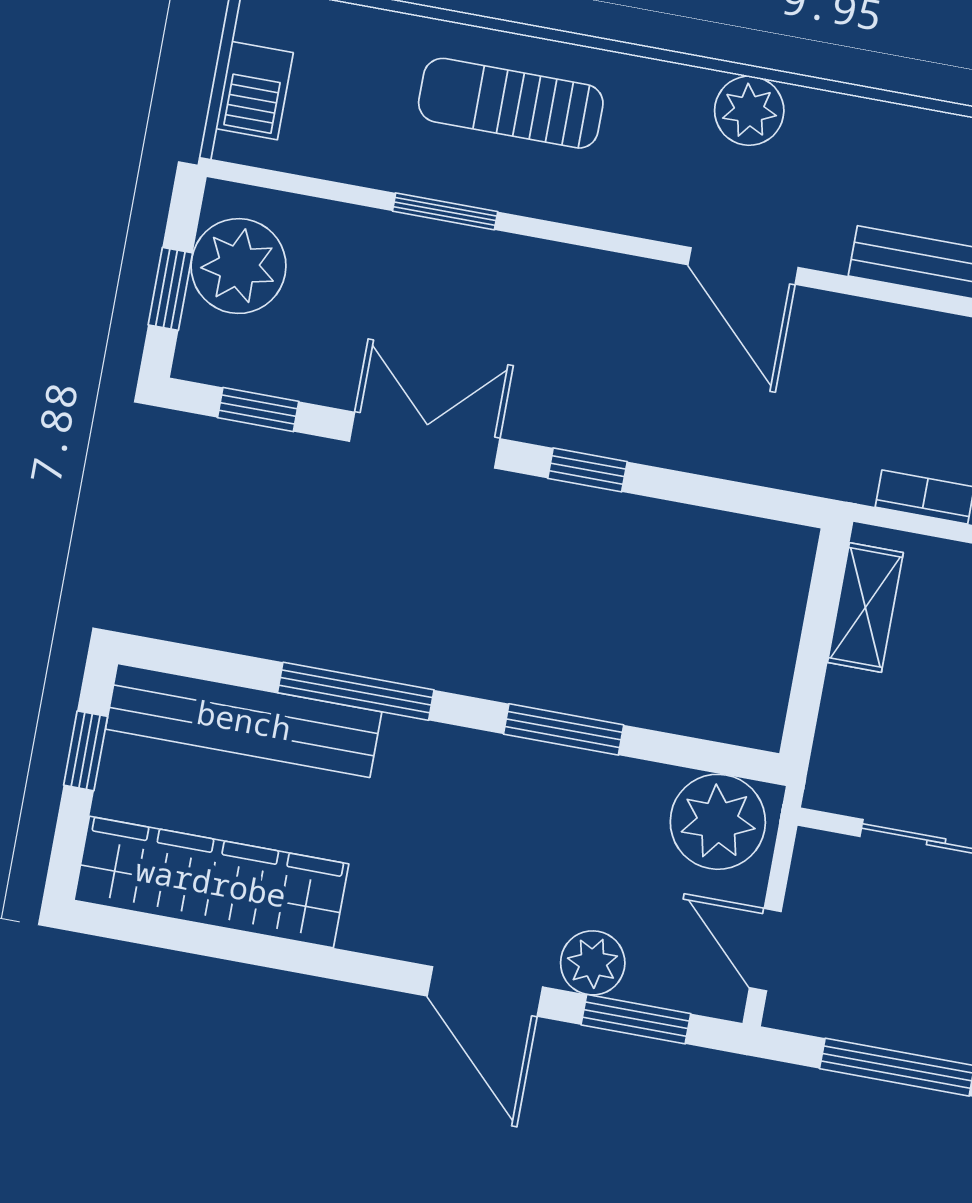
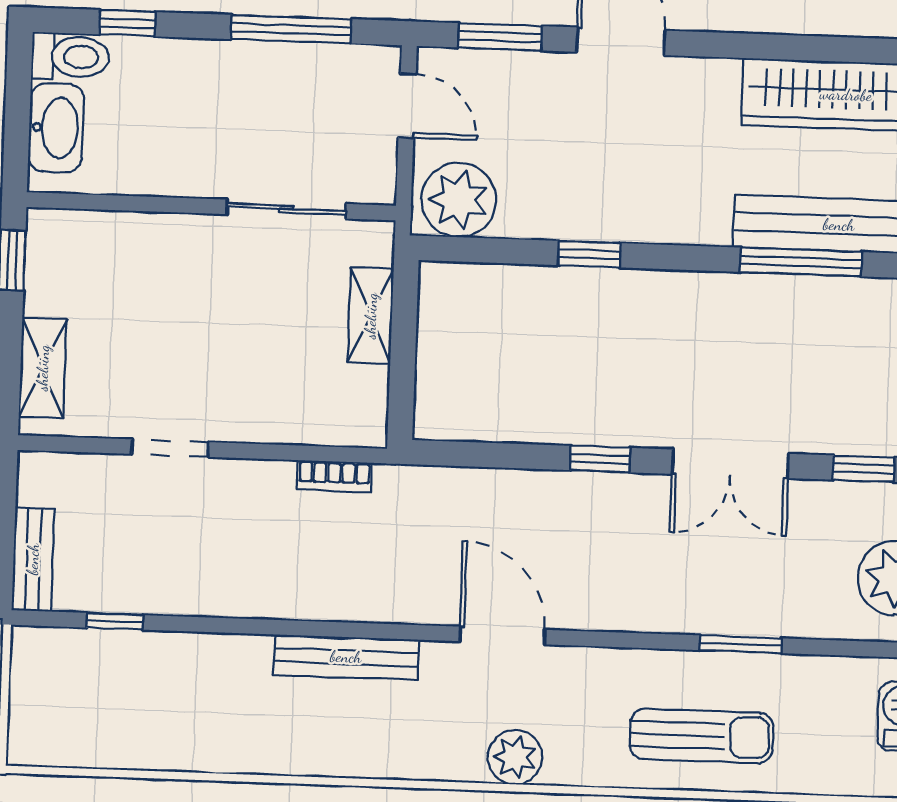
shelving: (865, 607) -> (371, 316), moved
window: (356, 691) -> (801, 262), moved
window: (564, 729) -> (589, 254), width x0.67
plant: (593, 963) -> (540, 76), removed

